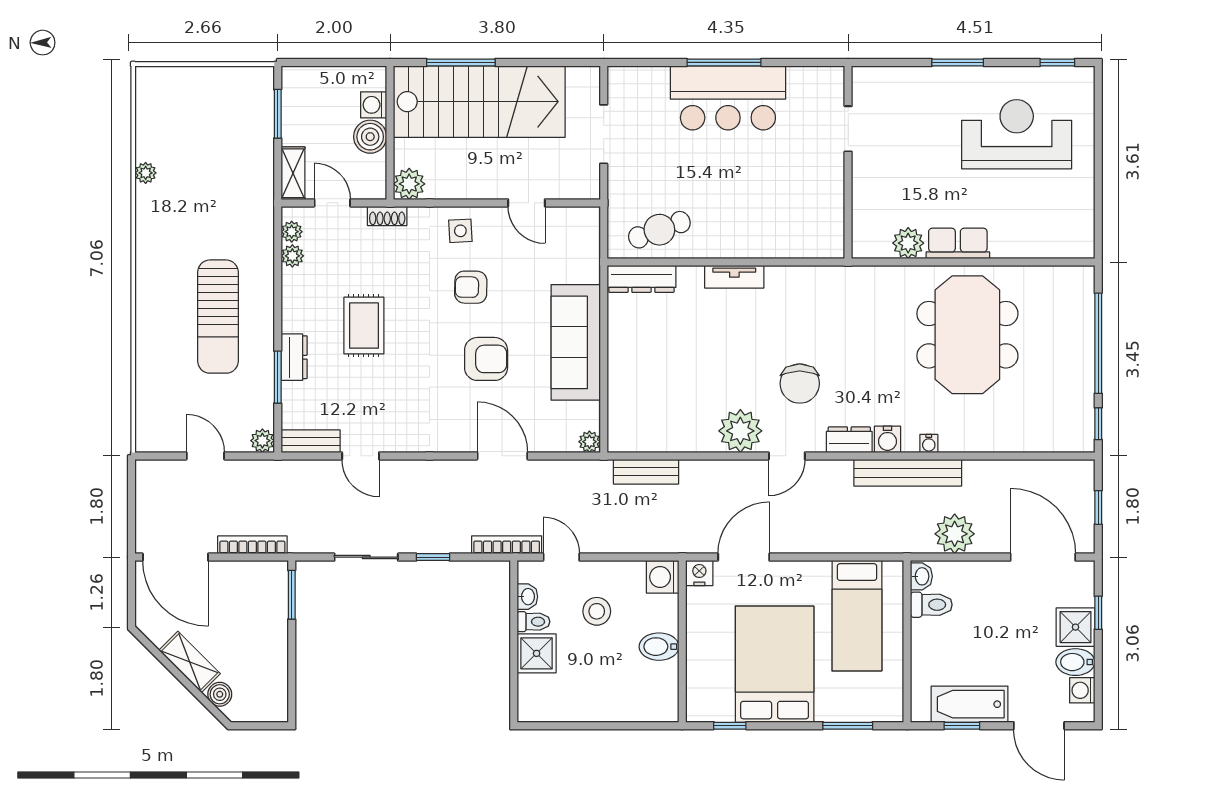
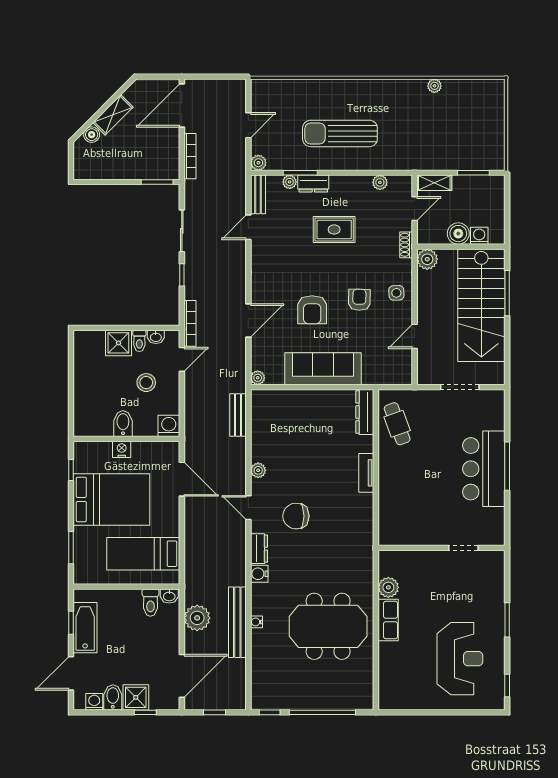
plant: (292, 232) -> (290, 182), moved
plant: (740, 431) -> (258, 470), width x0.53, depth x0.53
water cooler: (929, 443) -> (257, 622), moved
bench: (908, 473) -> (237, 622), moved
nightstand: (699, 573) -> (122, 449), moved, turned -90

